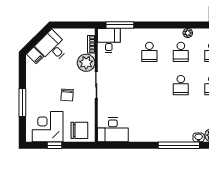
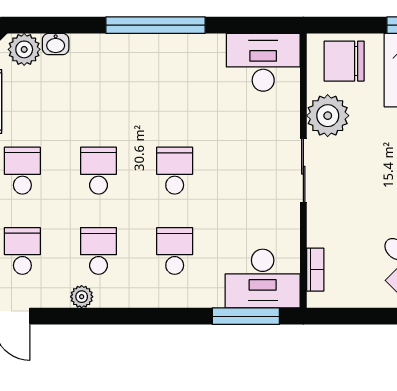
desk: (109, 40) -> (263, 278), width x1.37
plant: (86, 63) -> (328, 116), moved
school desk: (149, 85) -> (175, 171), added
chair: (67, 95) -> (374, 147), removed
window: (179, 145) -> (156, 25), moved

